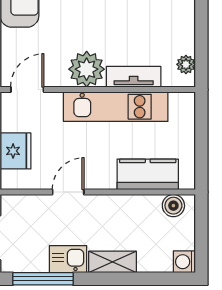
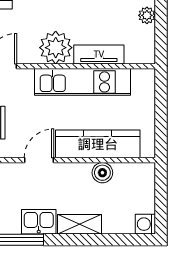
plant: (186, 64) -> (147, 15), moved
kitchen counter: (148, 174) -> (98, 144), width x1.50
boiler: (173, 206) -> (102, 173), moved

